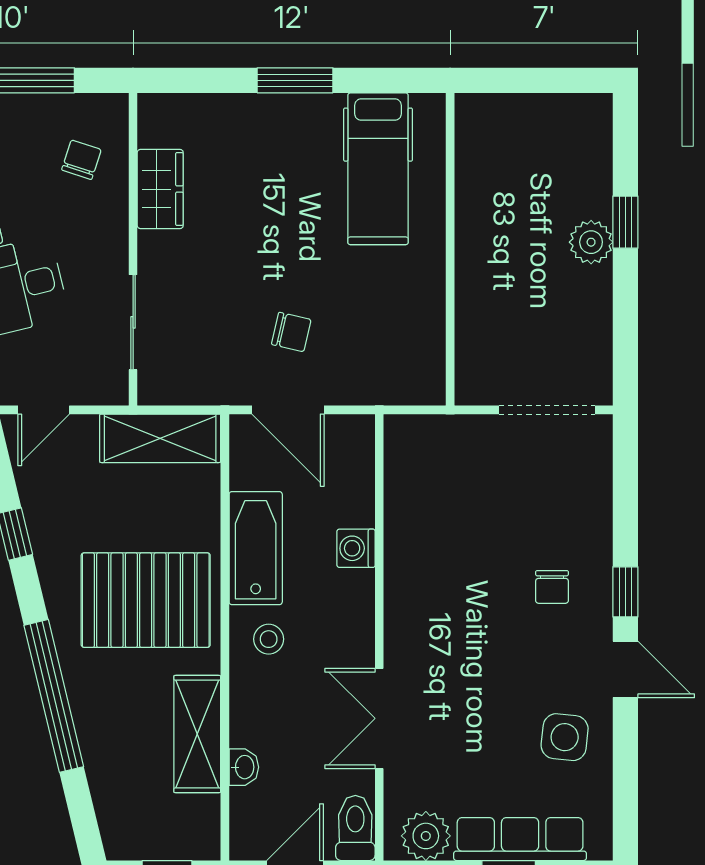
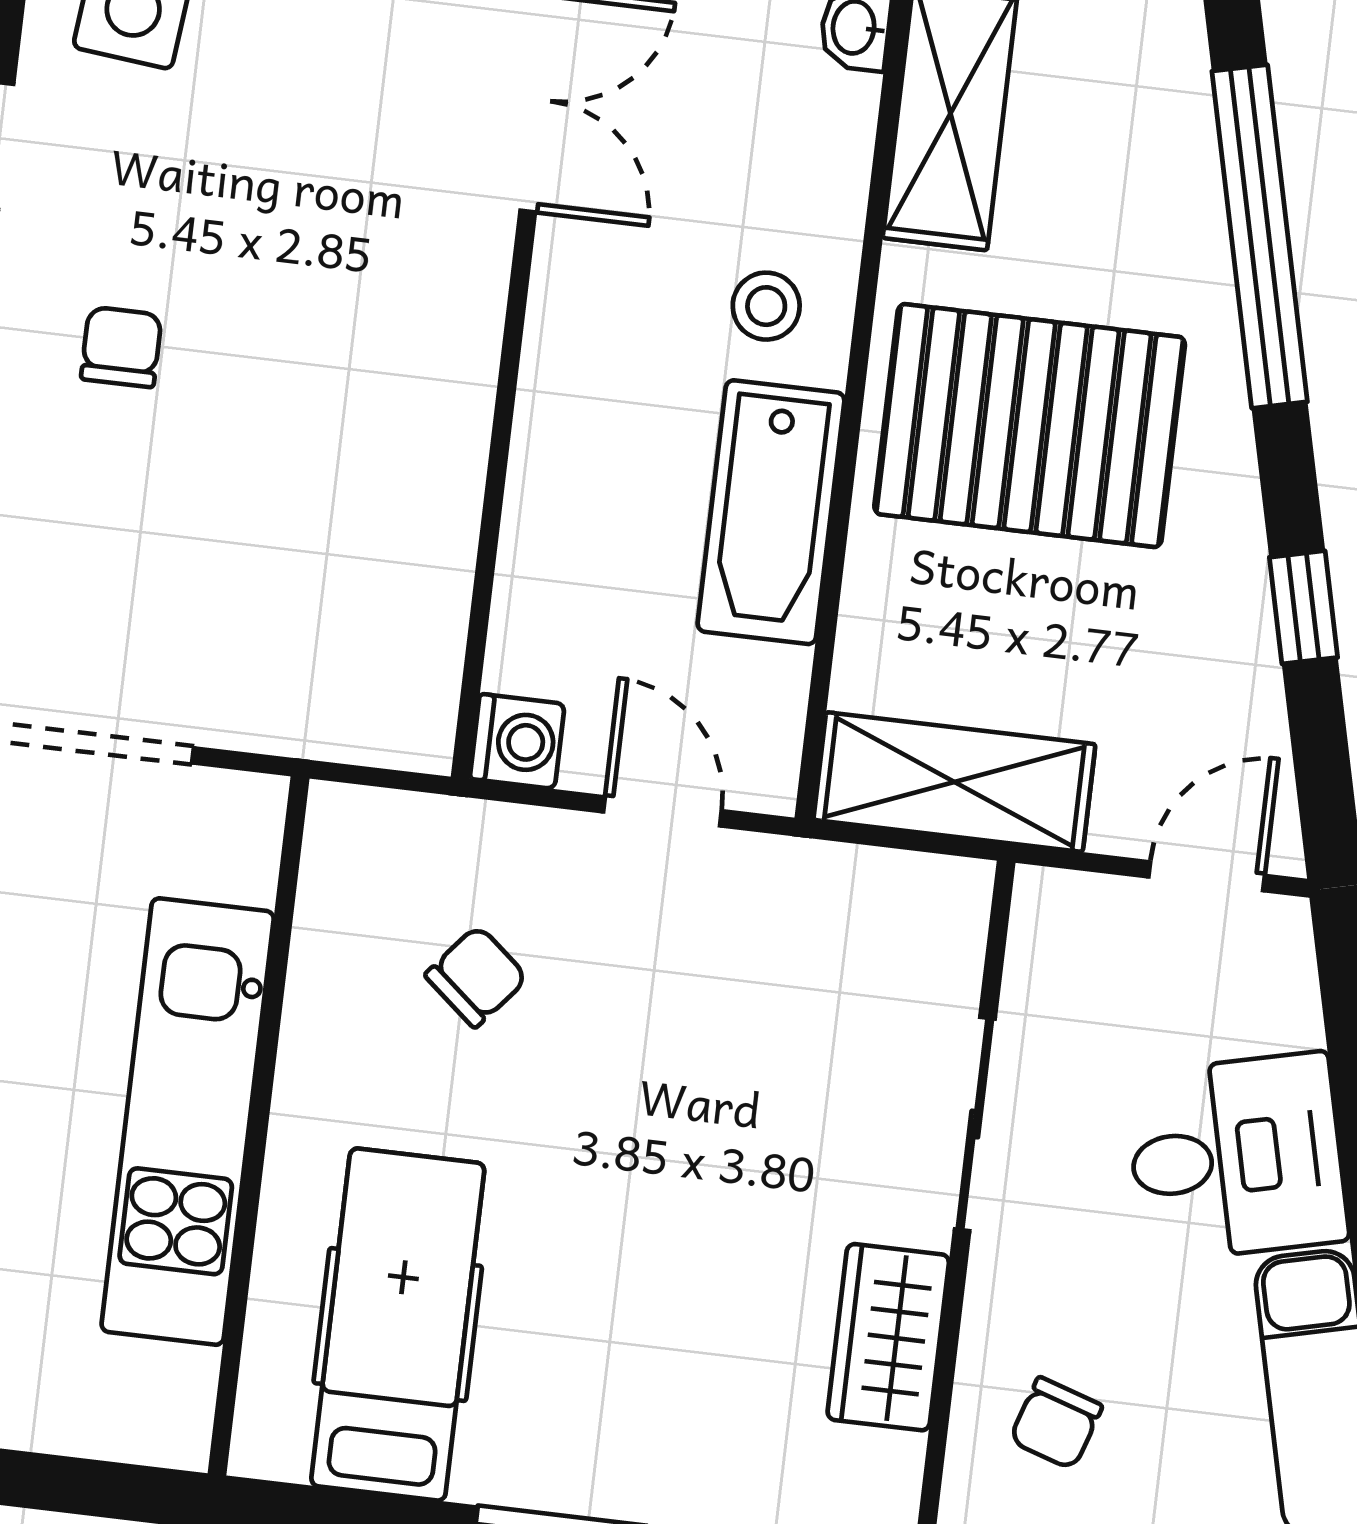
kitchen unit: (482, 247) -> (188, 1122), added
sliding door: (133, 322) -> (975, 1124), moved
chair: (291, 332) -> (476, 976), moved, turned 117
door: (288, 410) -> (662, 811), width x0.73
washing machine: (356, 548) -> (517, 741), moved

